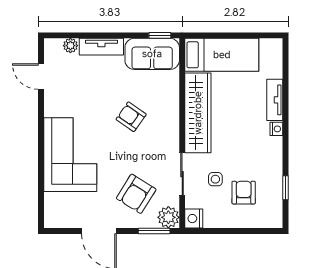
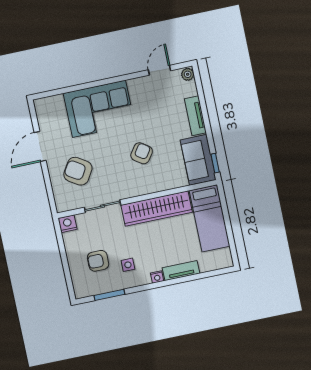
plant: (70, 46) -> (188, 74), moved
side table: (215, 179) -> (128, 265), moved
window: (285, 188) -> (109, 295), width x1.50
armchair: (244, 193) -> (98, 261), turned 180
plant: (168, 217) -> (64, 202), removed
window: (154, 231) -> (50, 193), removed

